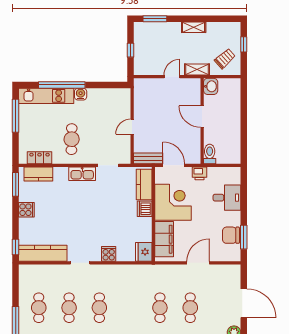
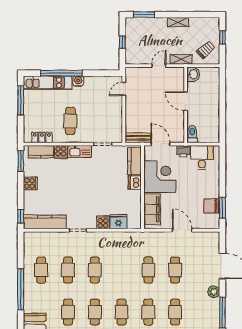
door: (132, 127) -> (124, 89), moved
cooker: (61, 174) -> (61, 152), added
desk: (227, 198) -> (202, 158), moved, turned -90
fridge: (144, 252) -> (118, 222), moved, turned 90
door: (198, 263) -> (182, 230), hinge flipped

